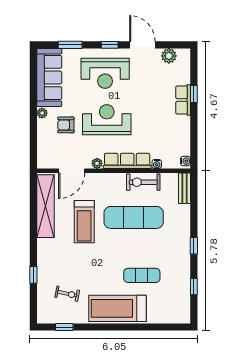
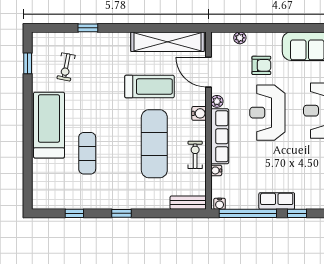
row of seats: (183, 100) -> (277, 201), moved
plant: (42, 113) -> (240, 38), moved
reception desk: (107, 120) -> (267, 113), turned 180
armchair: (66, 125) -> (261, 65), turned 90
window: (194, 137) -> (248, 213), added
water cooler: (107, 179) -> (199, 113), added
exercise bike: (143, 182) -> (195, 155), width x0.73, depth x0.72
treadmill: (84, 222) -> (149, 87), turned 180

